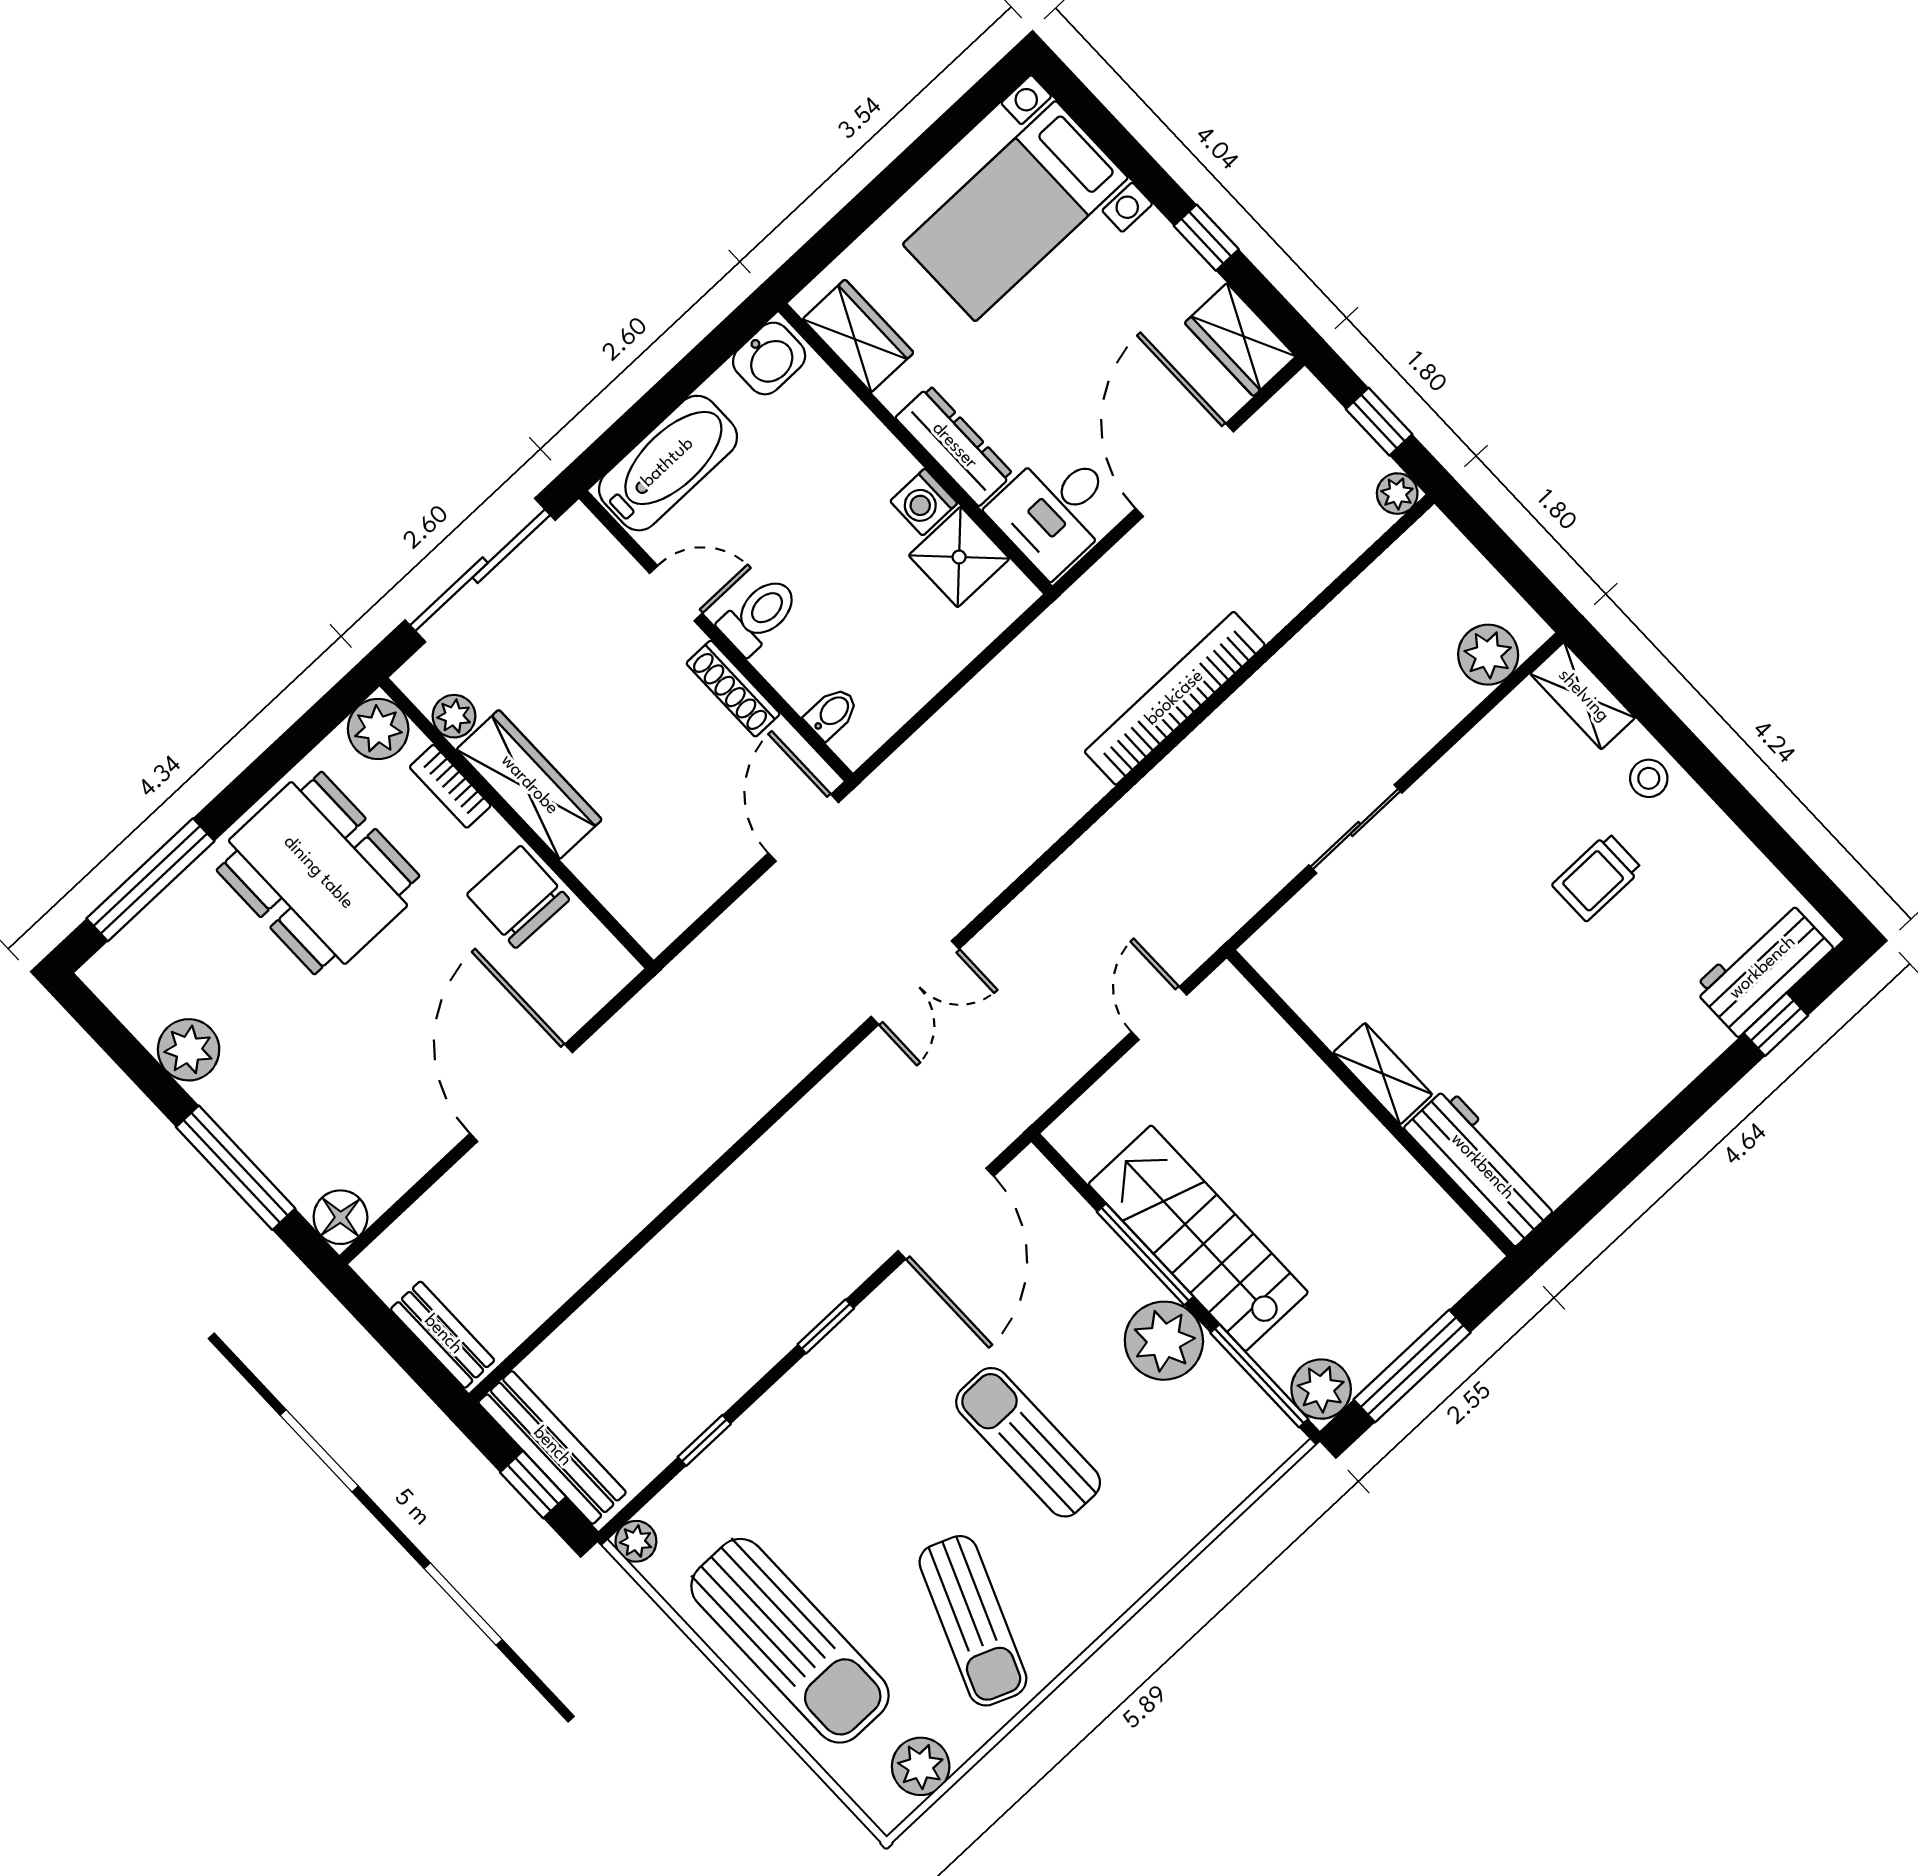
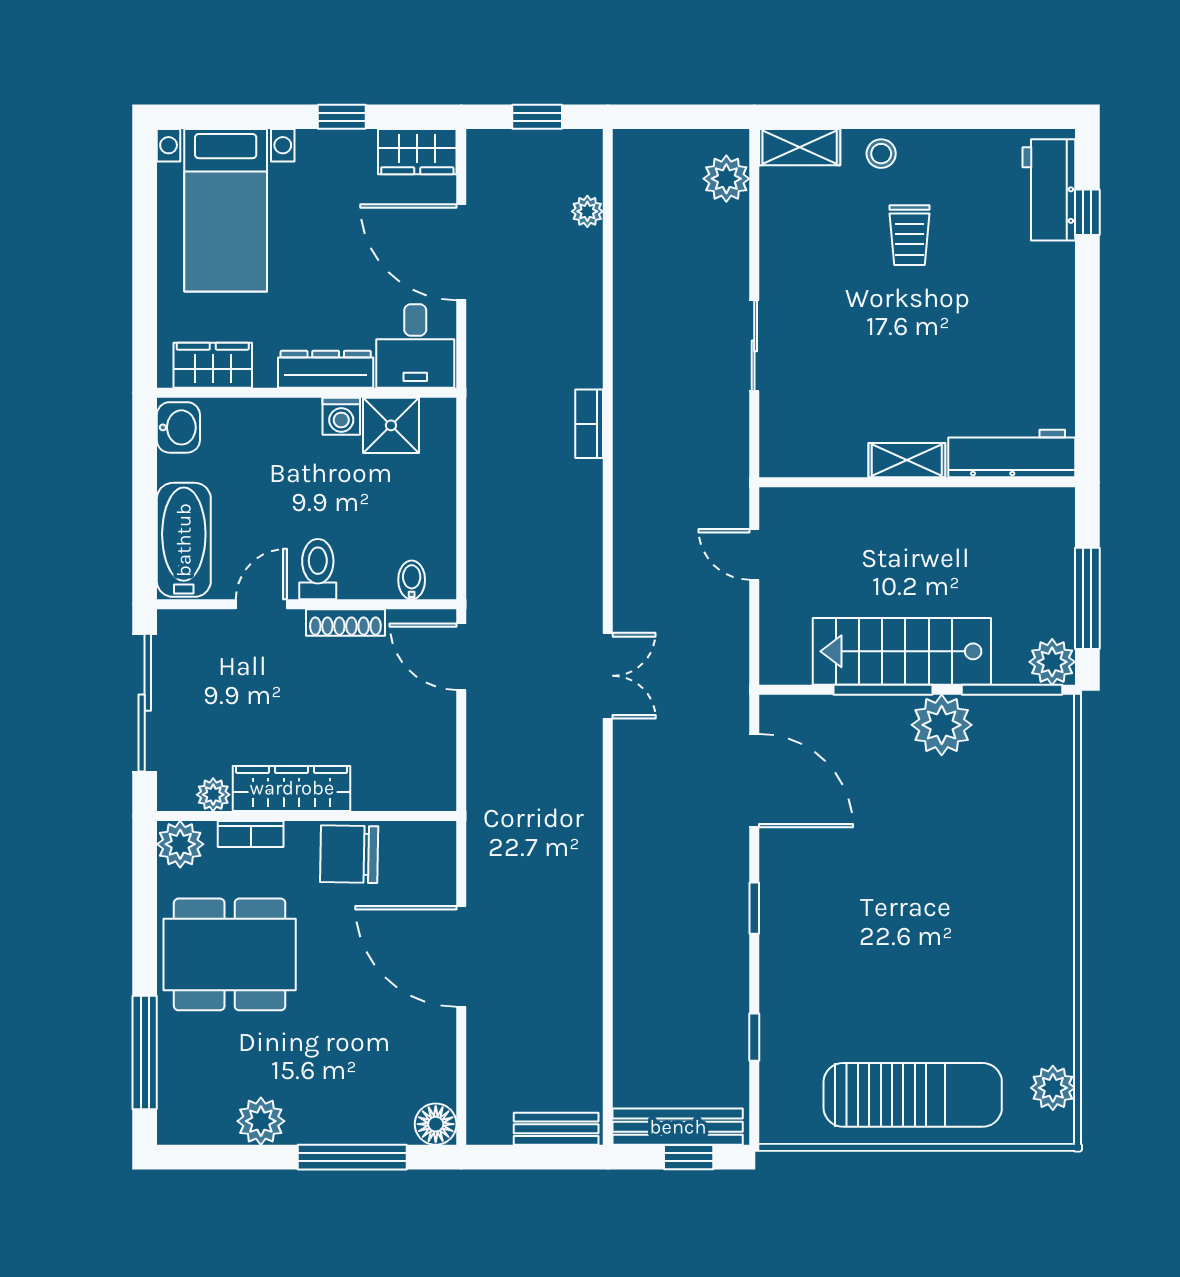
plant: (1397, 494) -> (587, 211), moved
bookcase: (1175, 698) -> (589, 424), width x0.43, depth x0.76
sun lounger: (1028, 1442) -> (927, 855), removed
plant: (636, 1541) -> (775, 1129), removed
sun lounger: (973, 1621) -> (998, 981), removed

